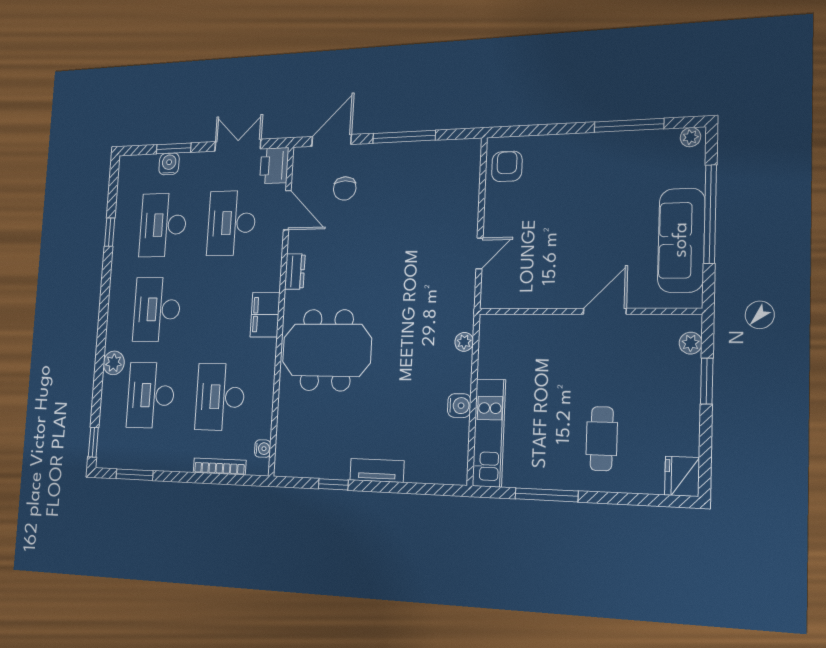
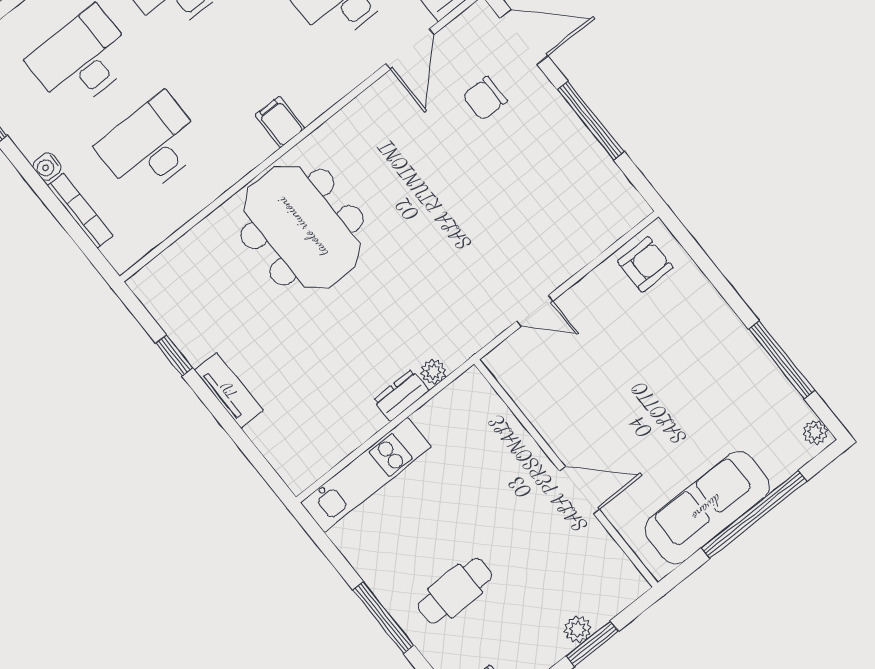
dresser: (295, 271) -> (401, 395), moved, turned 180
filing cabinet: (265, 315) -> (280, 122), width x0.50
plant: (691, 343) -> (578, 629), moved
water cooler: (459, 406) -> (367, 421), removed
water cooler: (263, 449) -> (47, 167), moved, turned 90
window: (546, 495) -> (383, 618), moved

